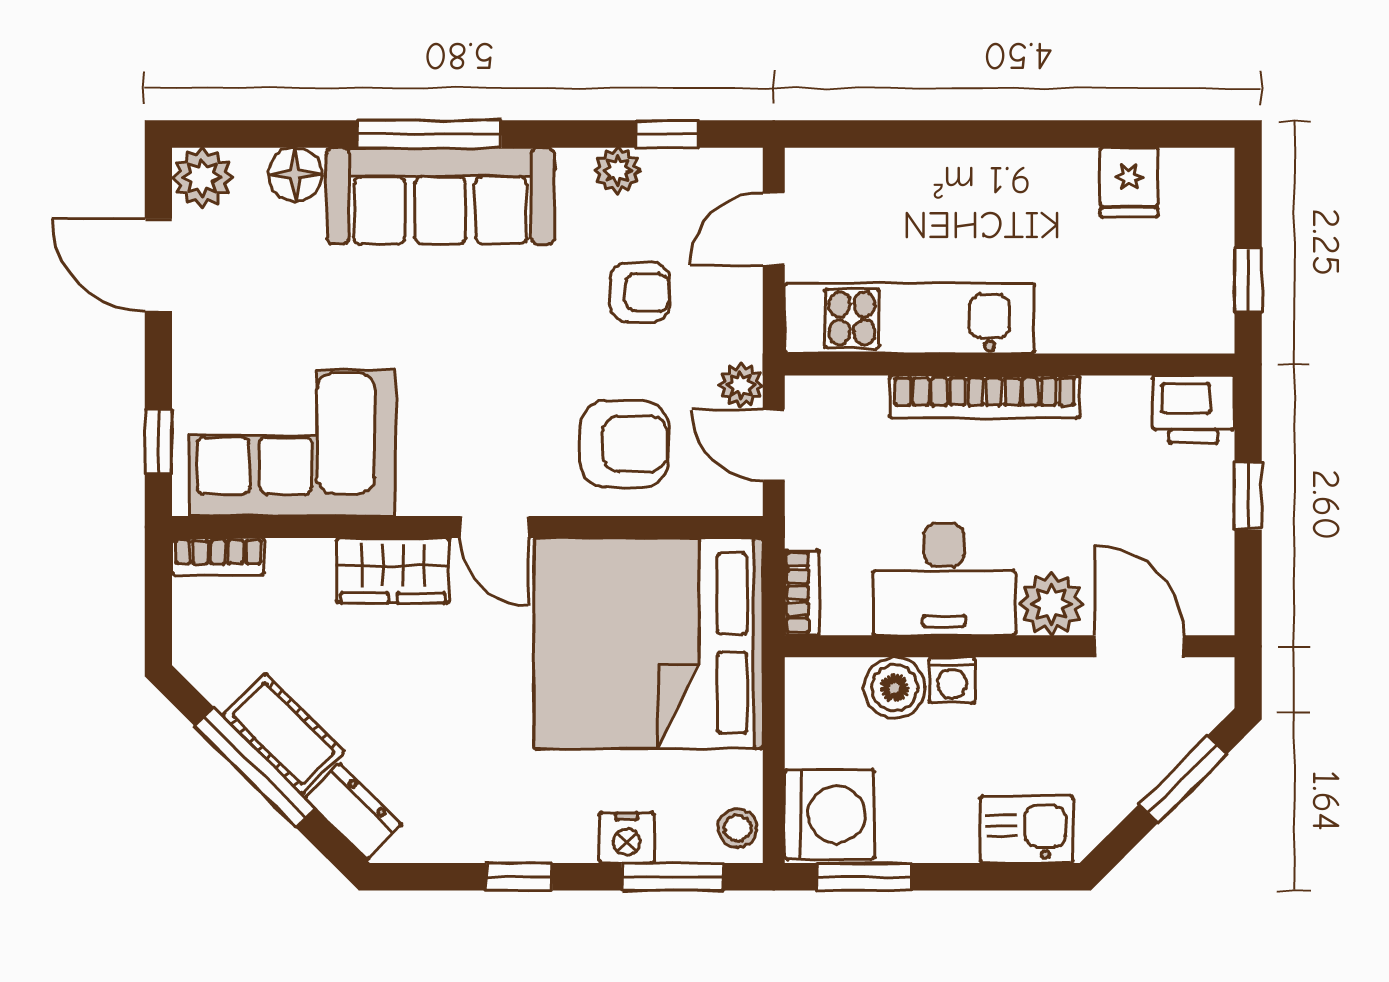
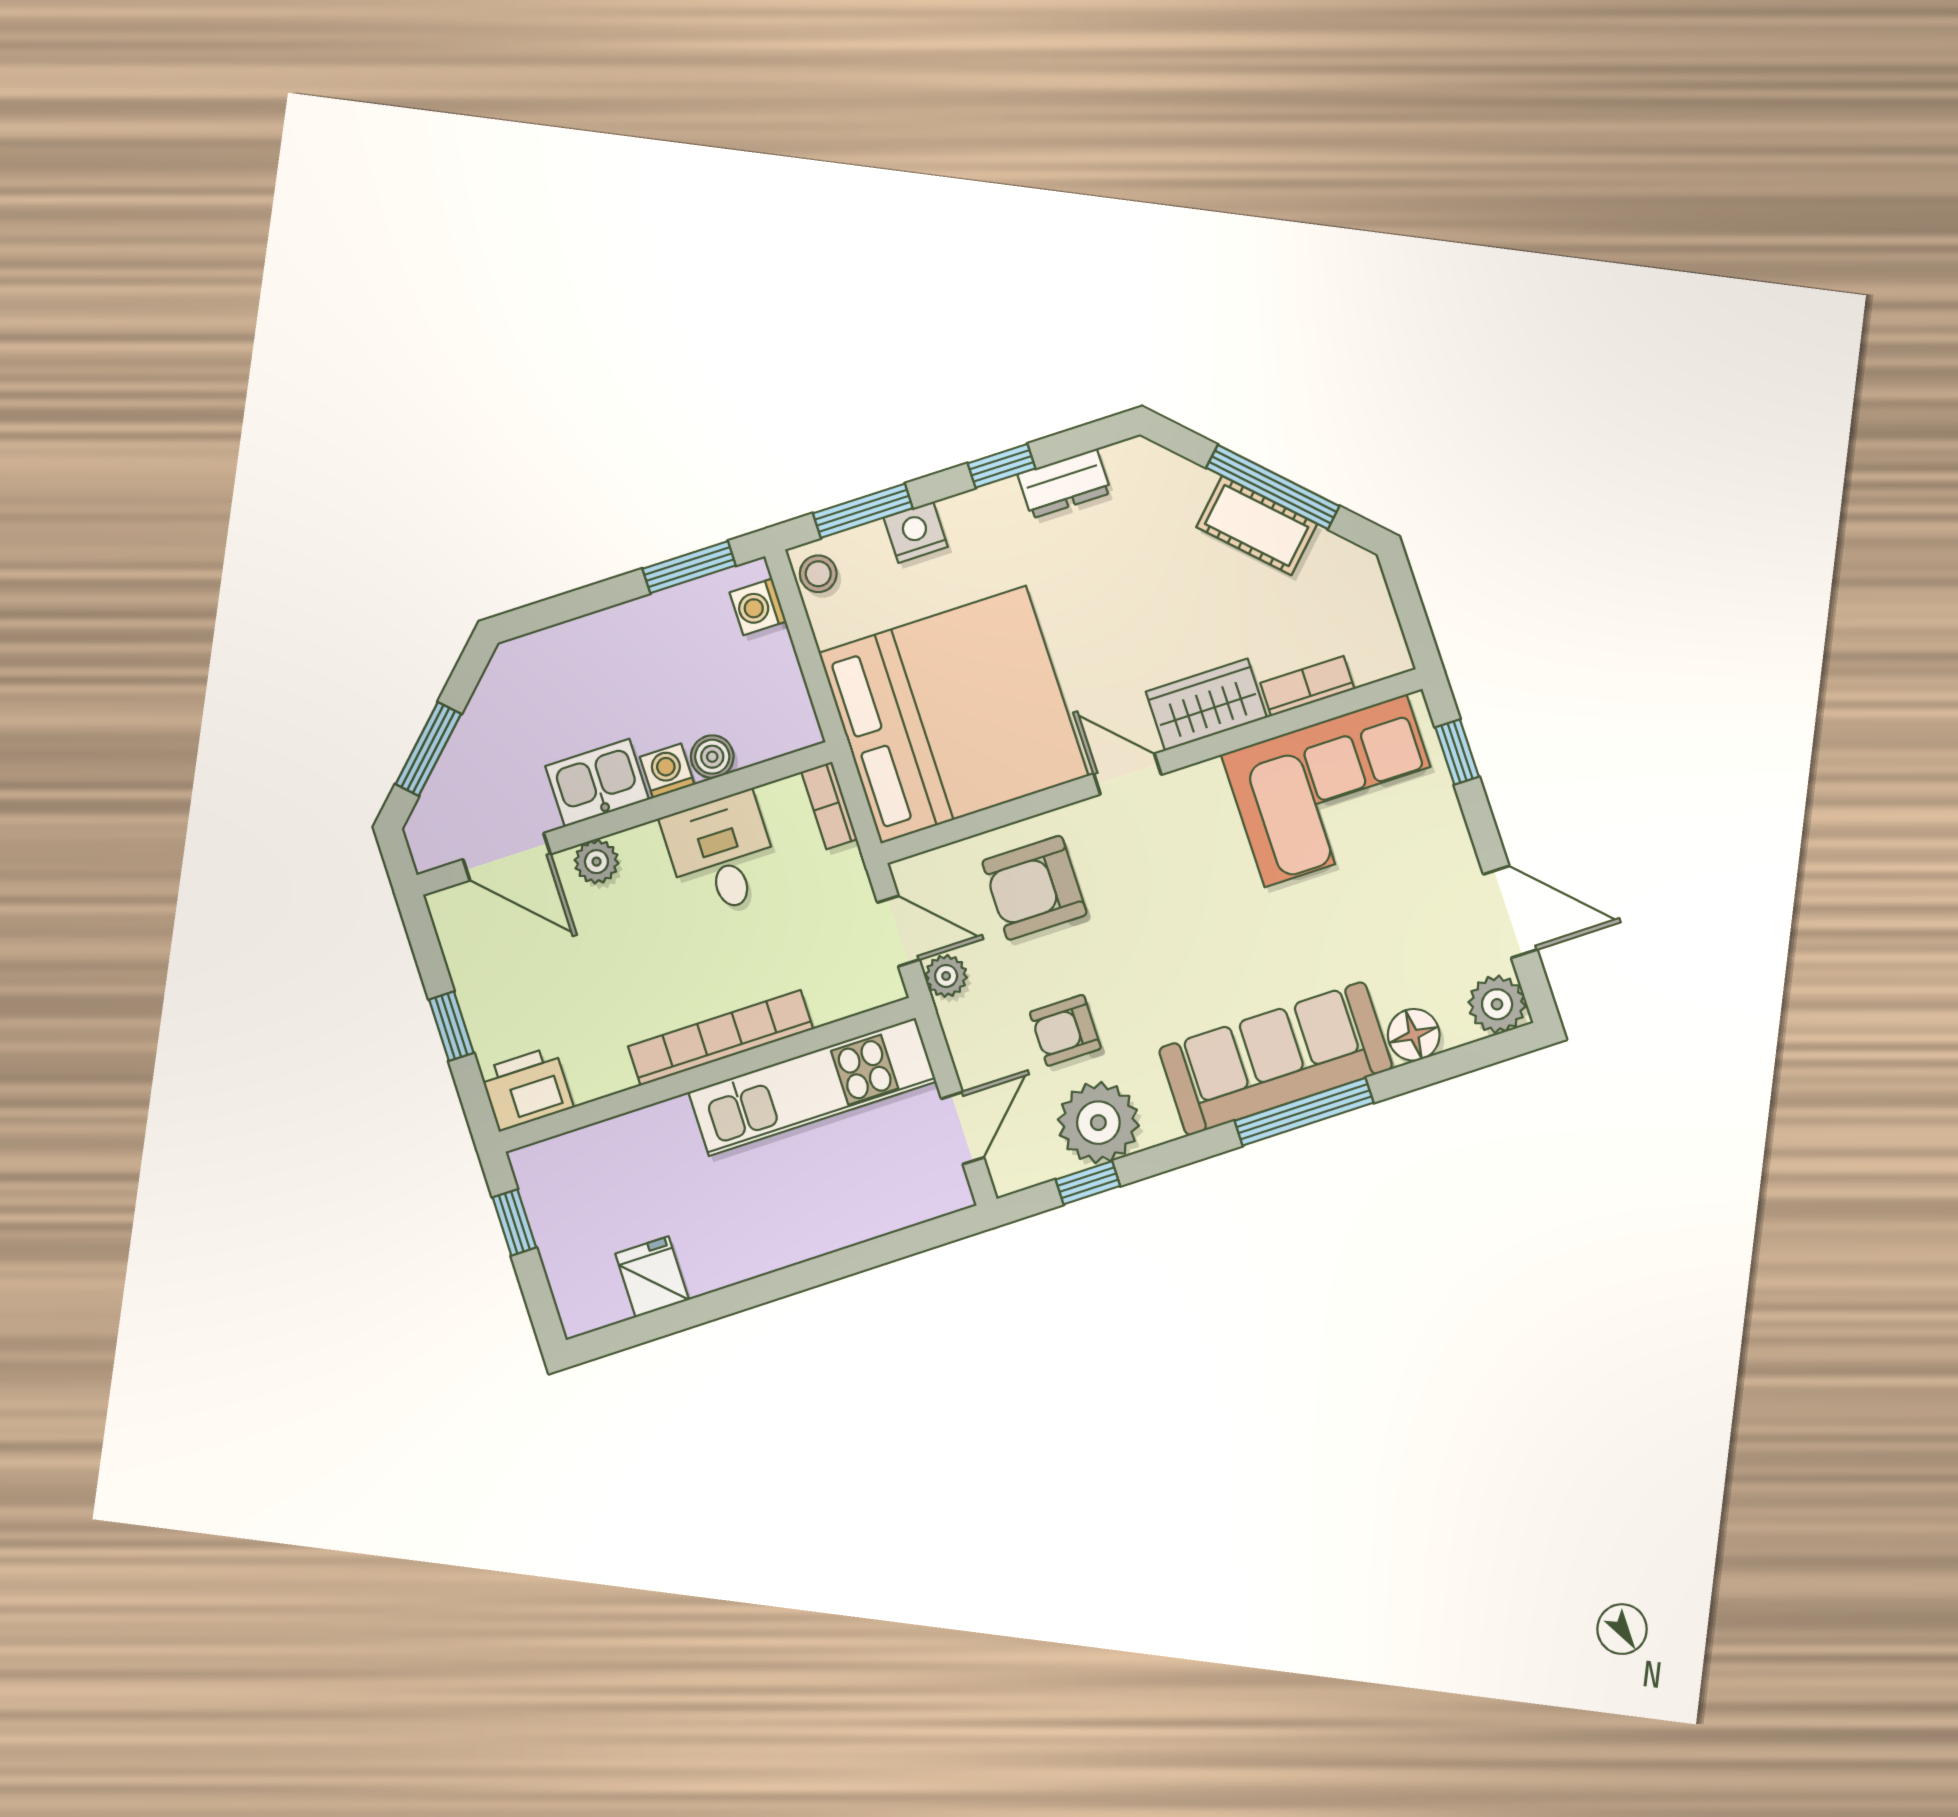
plant: (617, 170) -> (1098, 1123), width x1.88, depth x1.88
bookcase: (218, 556) -> (1307, 686), moved
desk: (944, 580) -> (721, 854), width x0.73
plant: (1051, 604) -> (596, 862), width x0.73, depth x0.73
boiler: (894, 688) -> (712, 757), width x0.73, depth x0.73
dresser: (353, 812) -> (1064, 484), moved, turned -45
washing machine: (829, 814) -> (758, 607), width x0.53, depth x0.53
kitchen sink: (1027, 830) -> (597, 783), moved, turned 180

